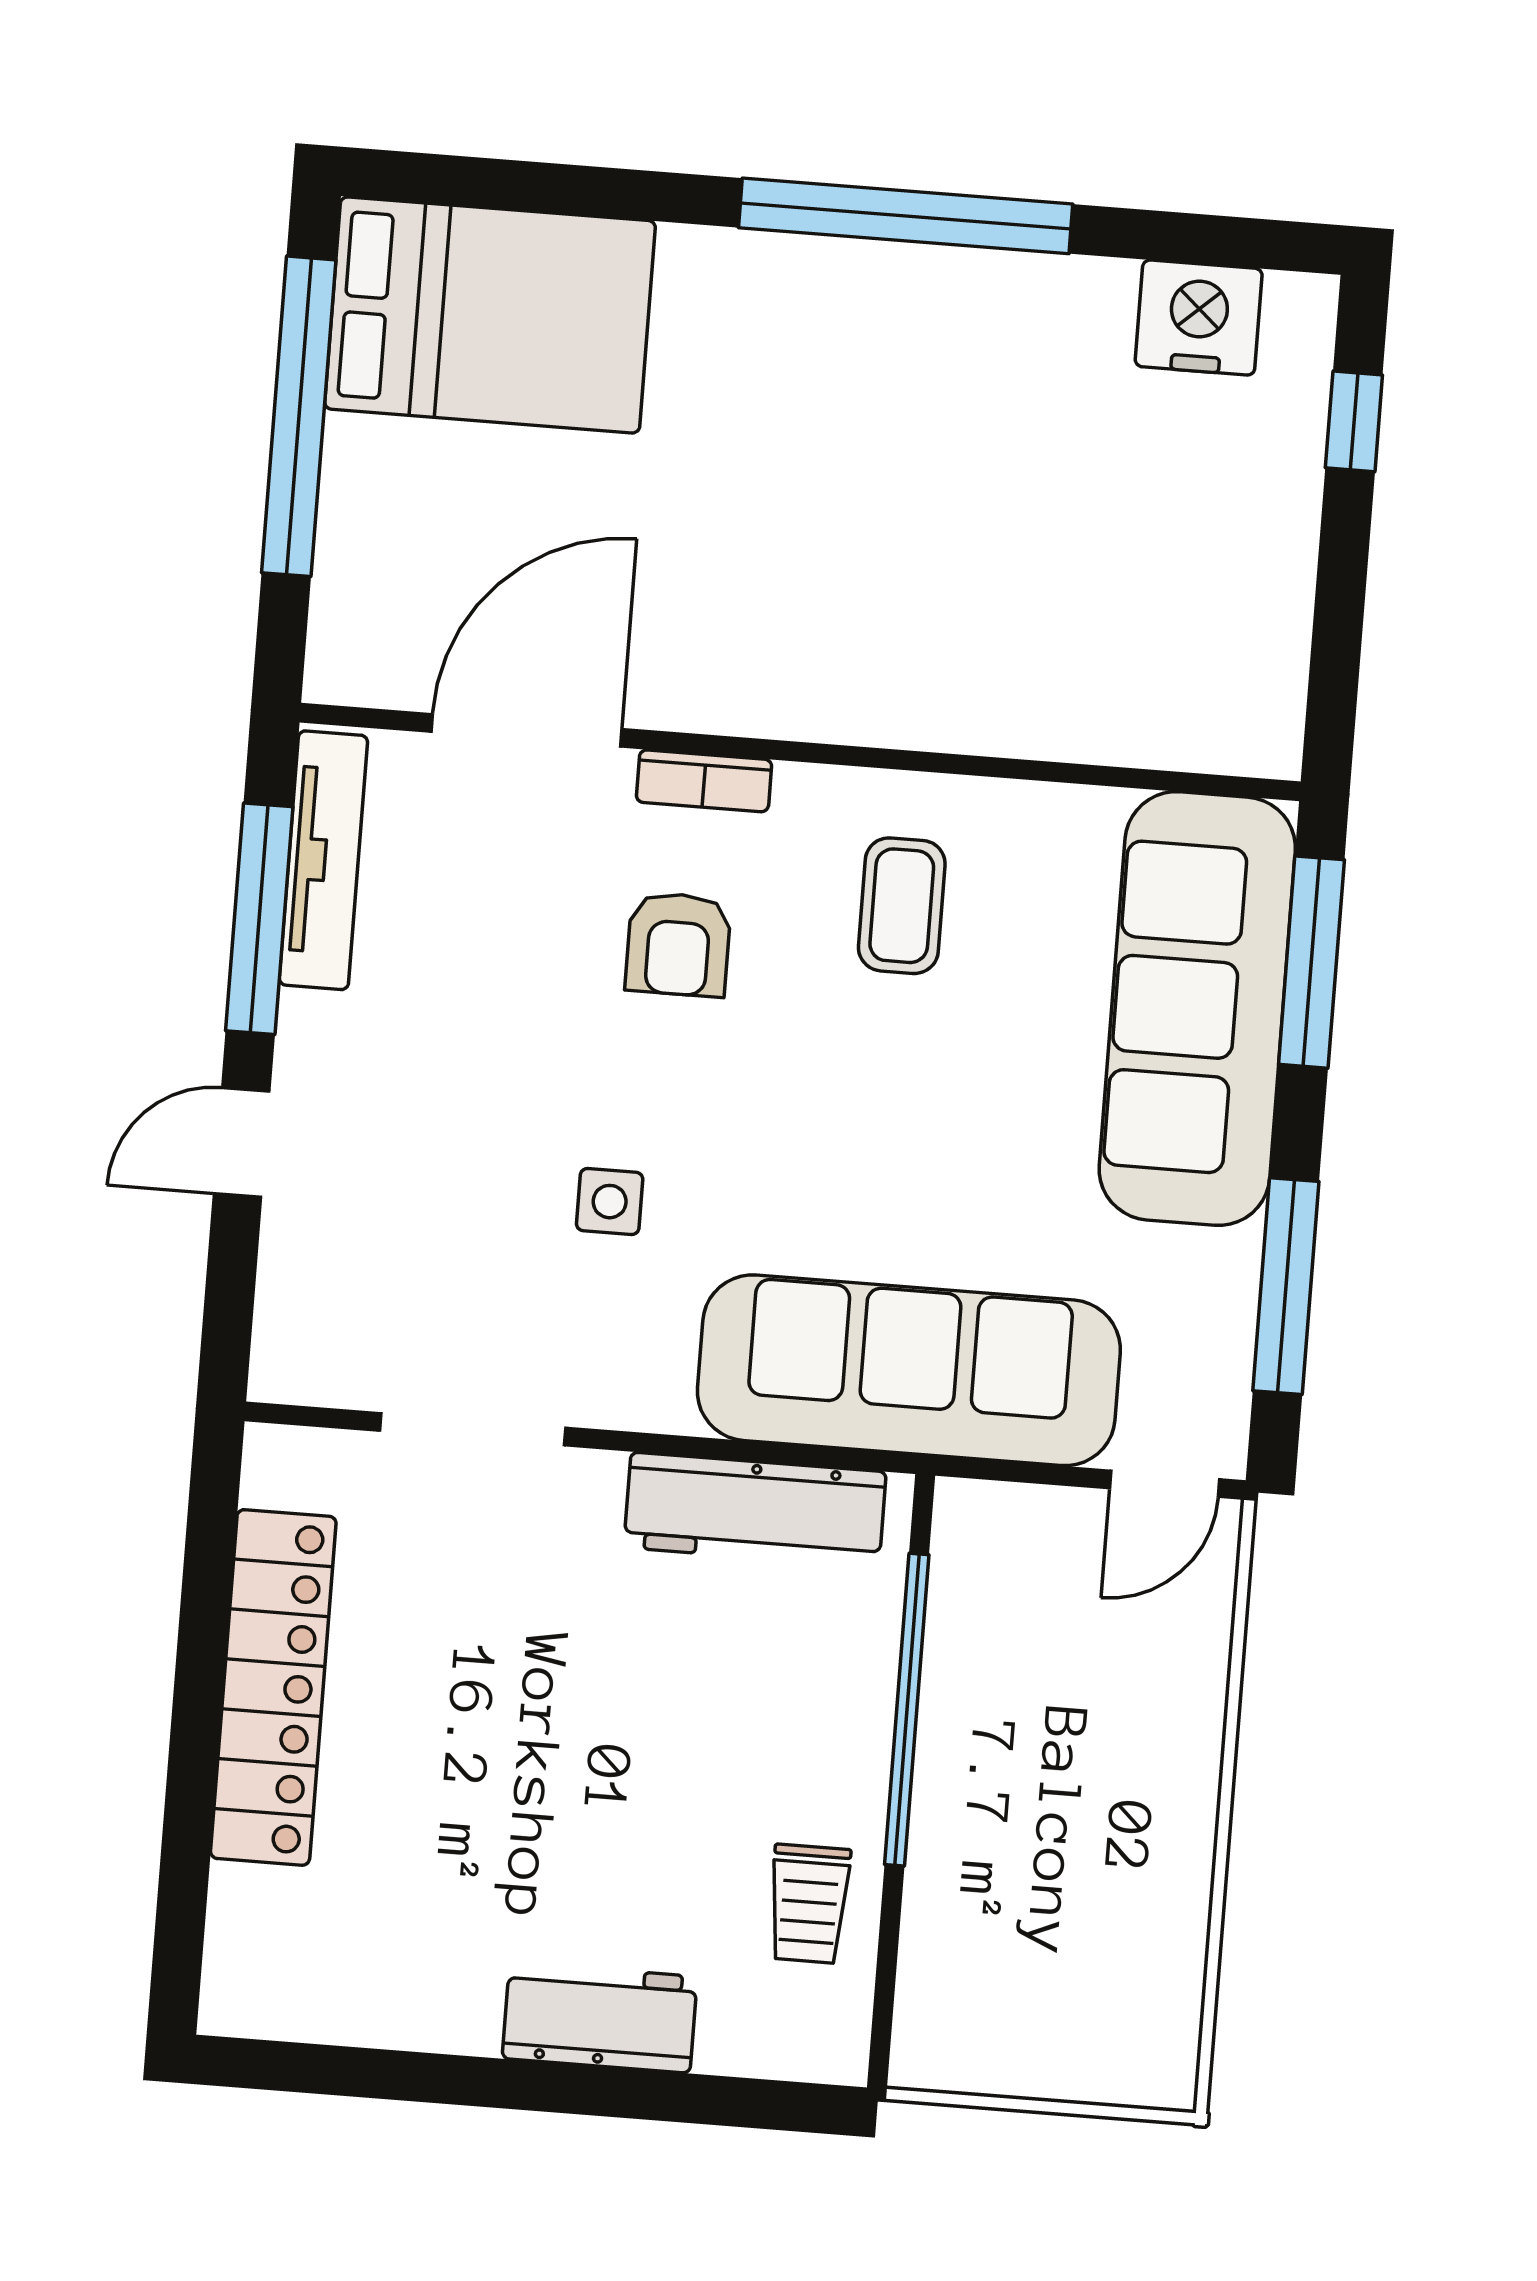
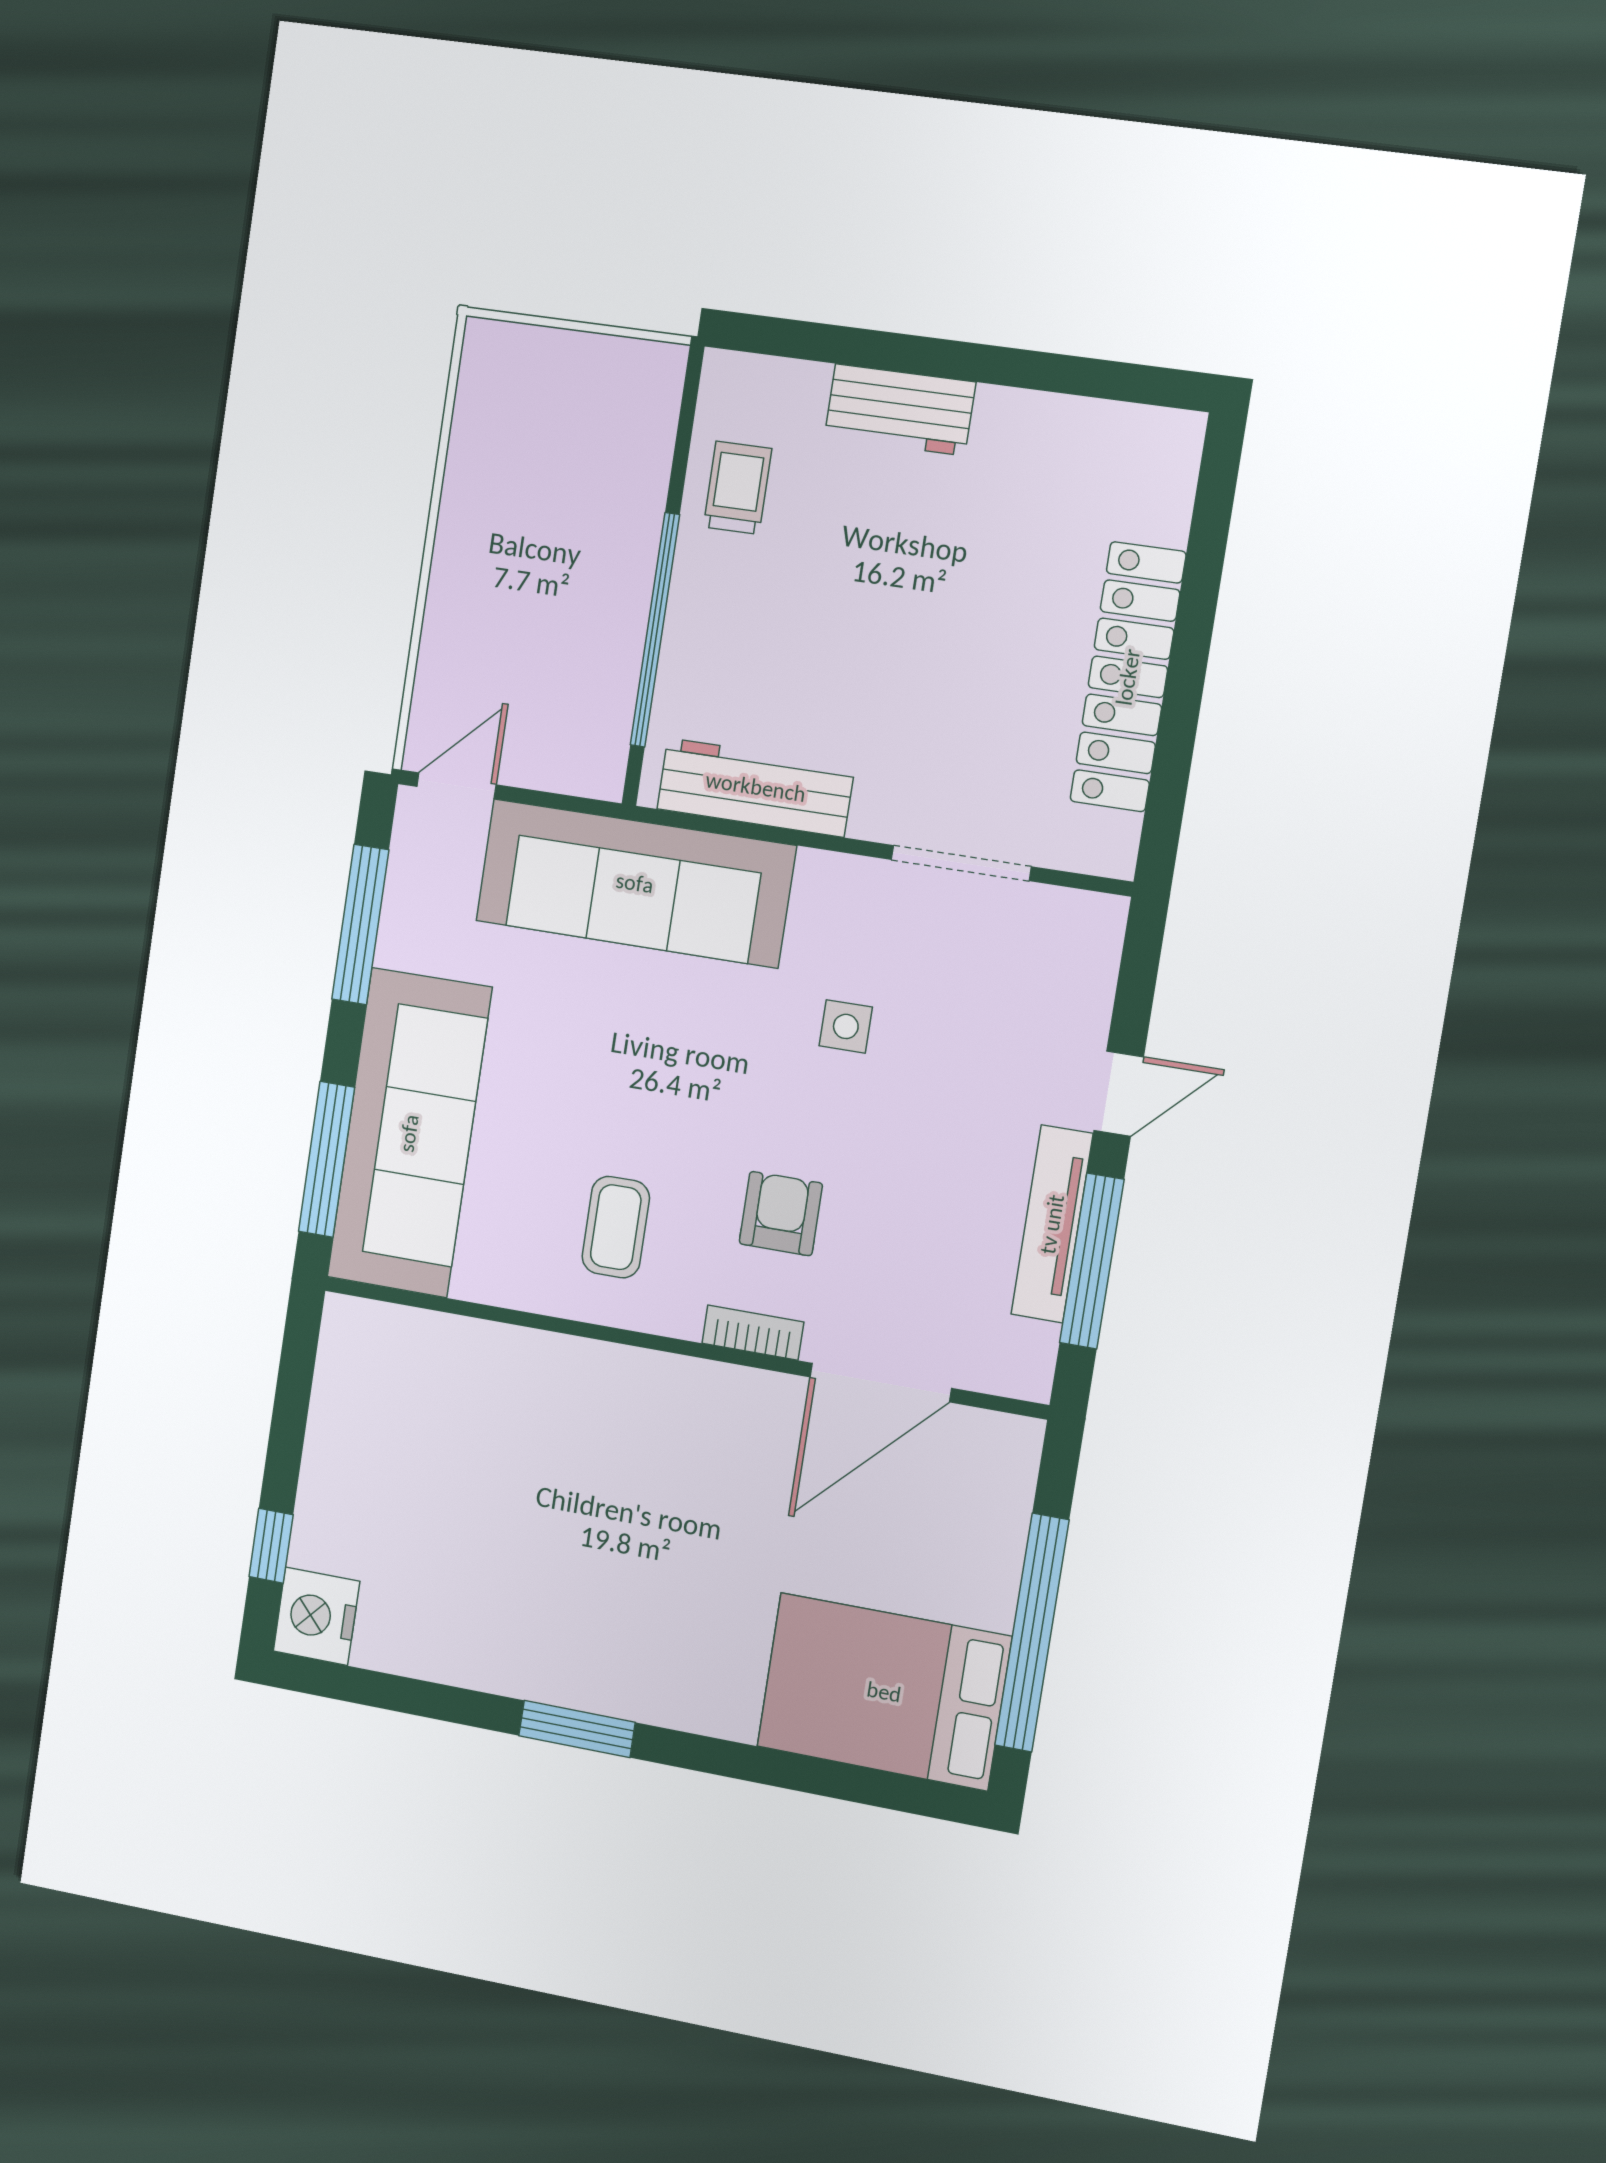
window: (906, 216) -> (577, 1729), width x0.47
nightstand: (1199, 318) -> (316, 1616), moved, turned 90
tv unit: (323, 860) -> (1052, 1224), moved

